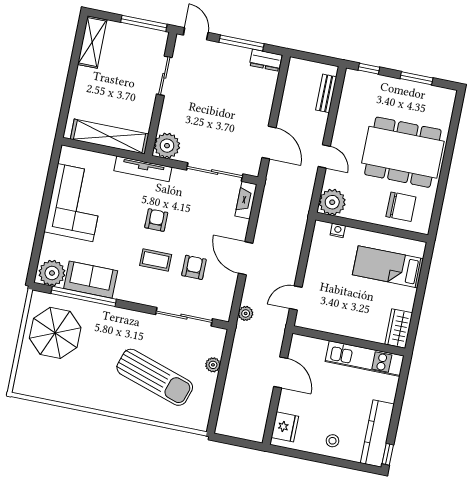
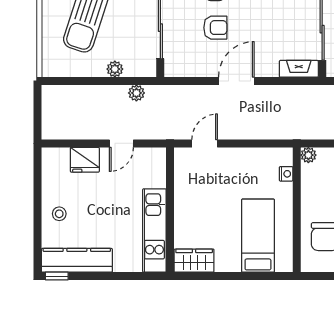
plant: (332, 202) -> (308, 155), width x0.53, depth x0.53
door: (296, 298) -> (205, 143), hinge flipped
plant: (246, 313) -> (136, 93), moved
door: (281, 372) -> (121, 143), width x0.73
fridge: (285, 427) -> (85, 160), moved

